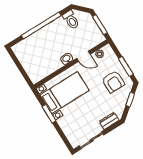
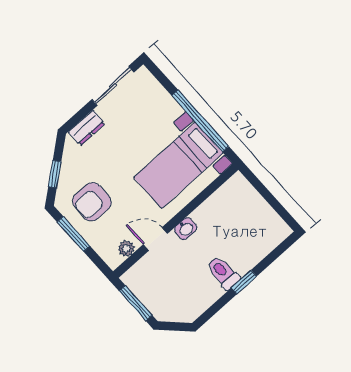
toilet: (71, 20) -> (223, 273), moved
window: (41, 25) -> (244, 282), width x0.32
armchair: (113, 82) -> (92, 202), turned -90
window: (49, 114) -> (200, 121), width x2.11

